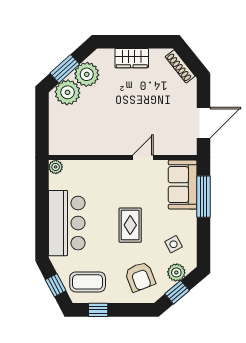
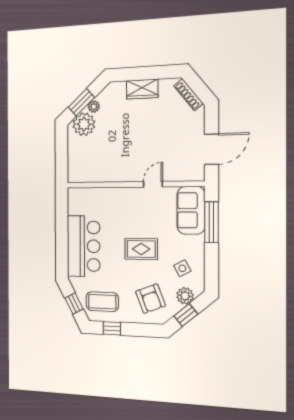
plant: (87, 74) -> (94, 107), width x0.53, depth x0.53
plant: (56, 167) -> (74, 194), removed
rug: (130, 225) -> (141, 249), turned 90

